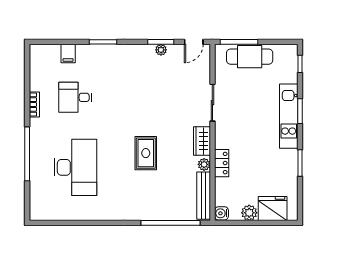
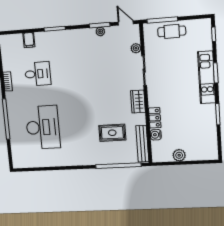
door: (194, 42) -> (126, 23), swing flipped
cafe table: (250, 57) -> (172, 31), width x0.73, depth x0.74
desk: (75, 97) -> (38, 74), turned 180
rug: (146, 153) -> (112, 133), moved, turned 90
plant: (204, 164) -> (136, 48), moved
fridge: (273, 209) -> (198, 151), removed
water cooler: (221, 213) -> (156, 135), moved

